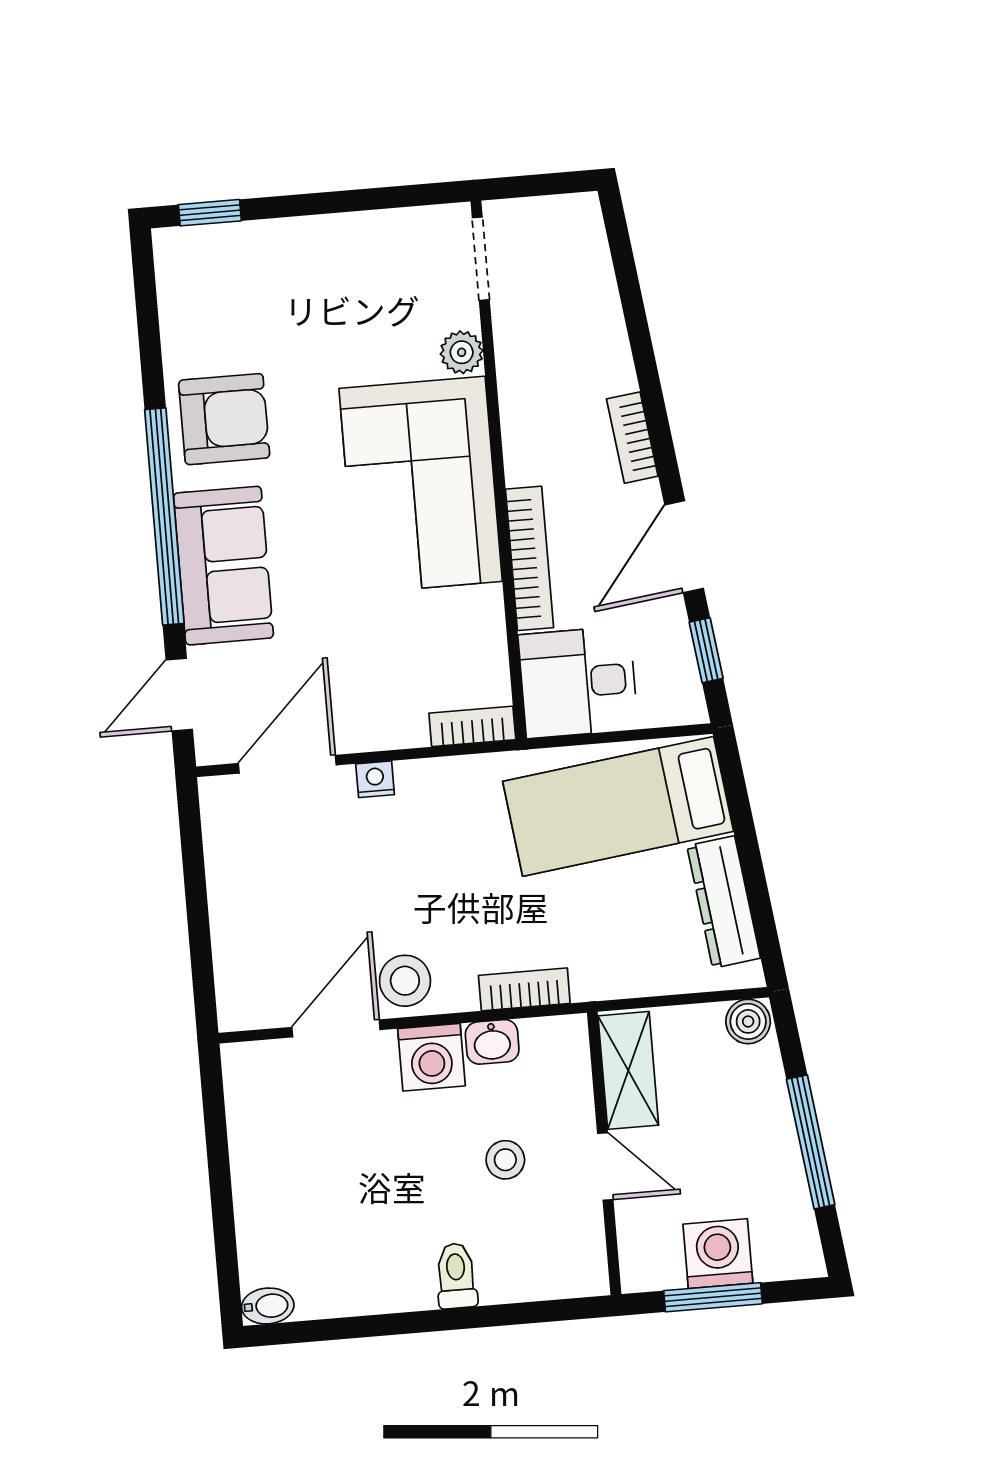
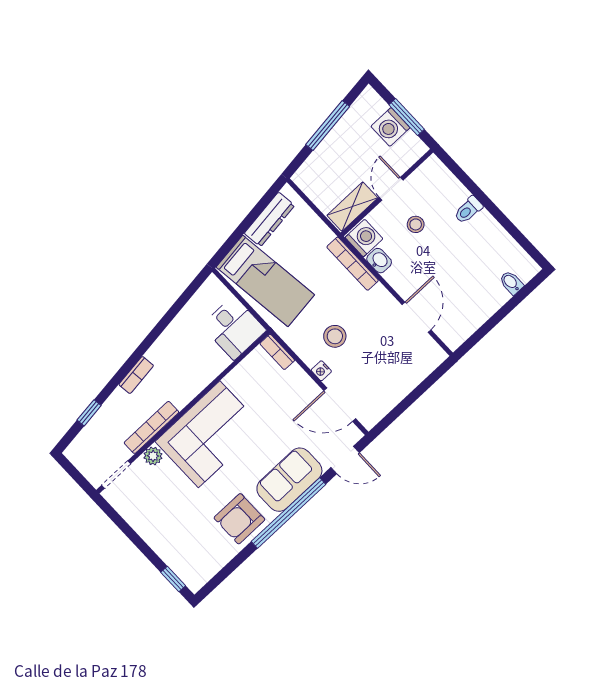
armchair: (224, 419) -> (239, 519), turned -90
door: (684, 547) -> (159, 328), removed
bookcase: (529, 558) -> (152, 427), moved
window: (706, 650) -> (89, 413), moved
stool: (405, 981) -> (335, 336), moved
bookcase: (524, 989) -> (353, 264), width x1.56
boiler: (748, 1021) -> (303, 179), removed
door: (336, 1028) -> (416, 317), swing flipped
washing machine: (431, 1057) -> (364, 238), moved
bidet: (268, 1306) -> (511, 283), moved

